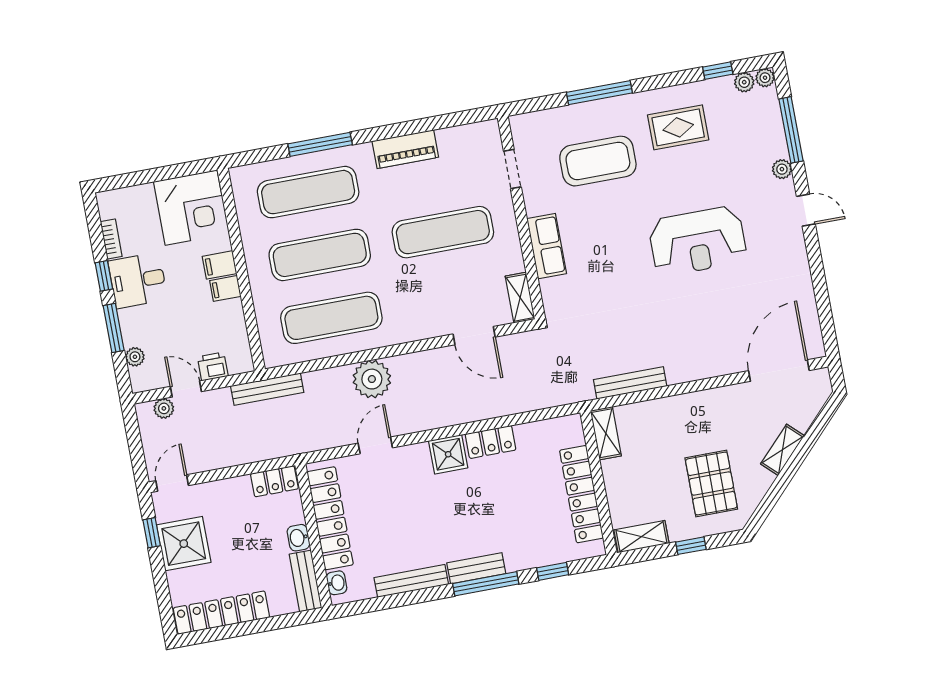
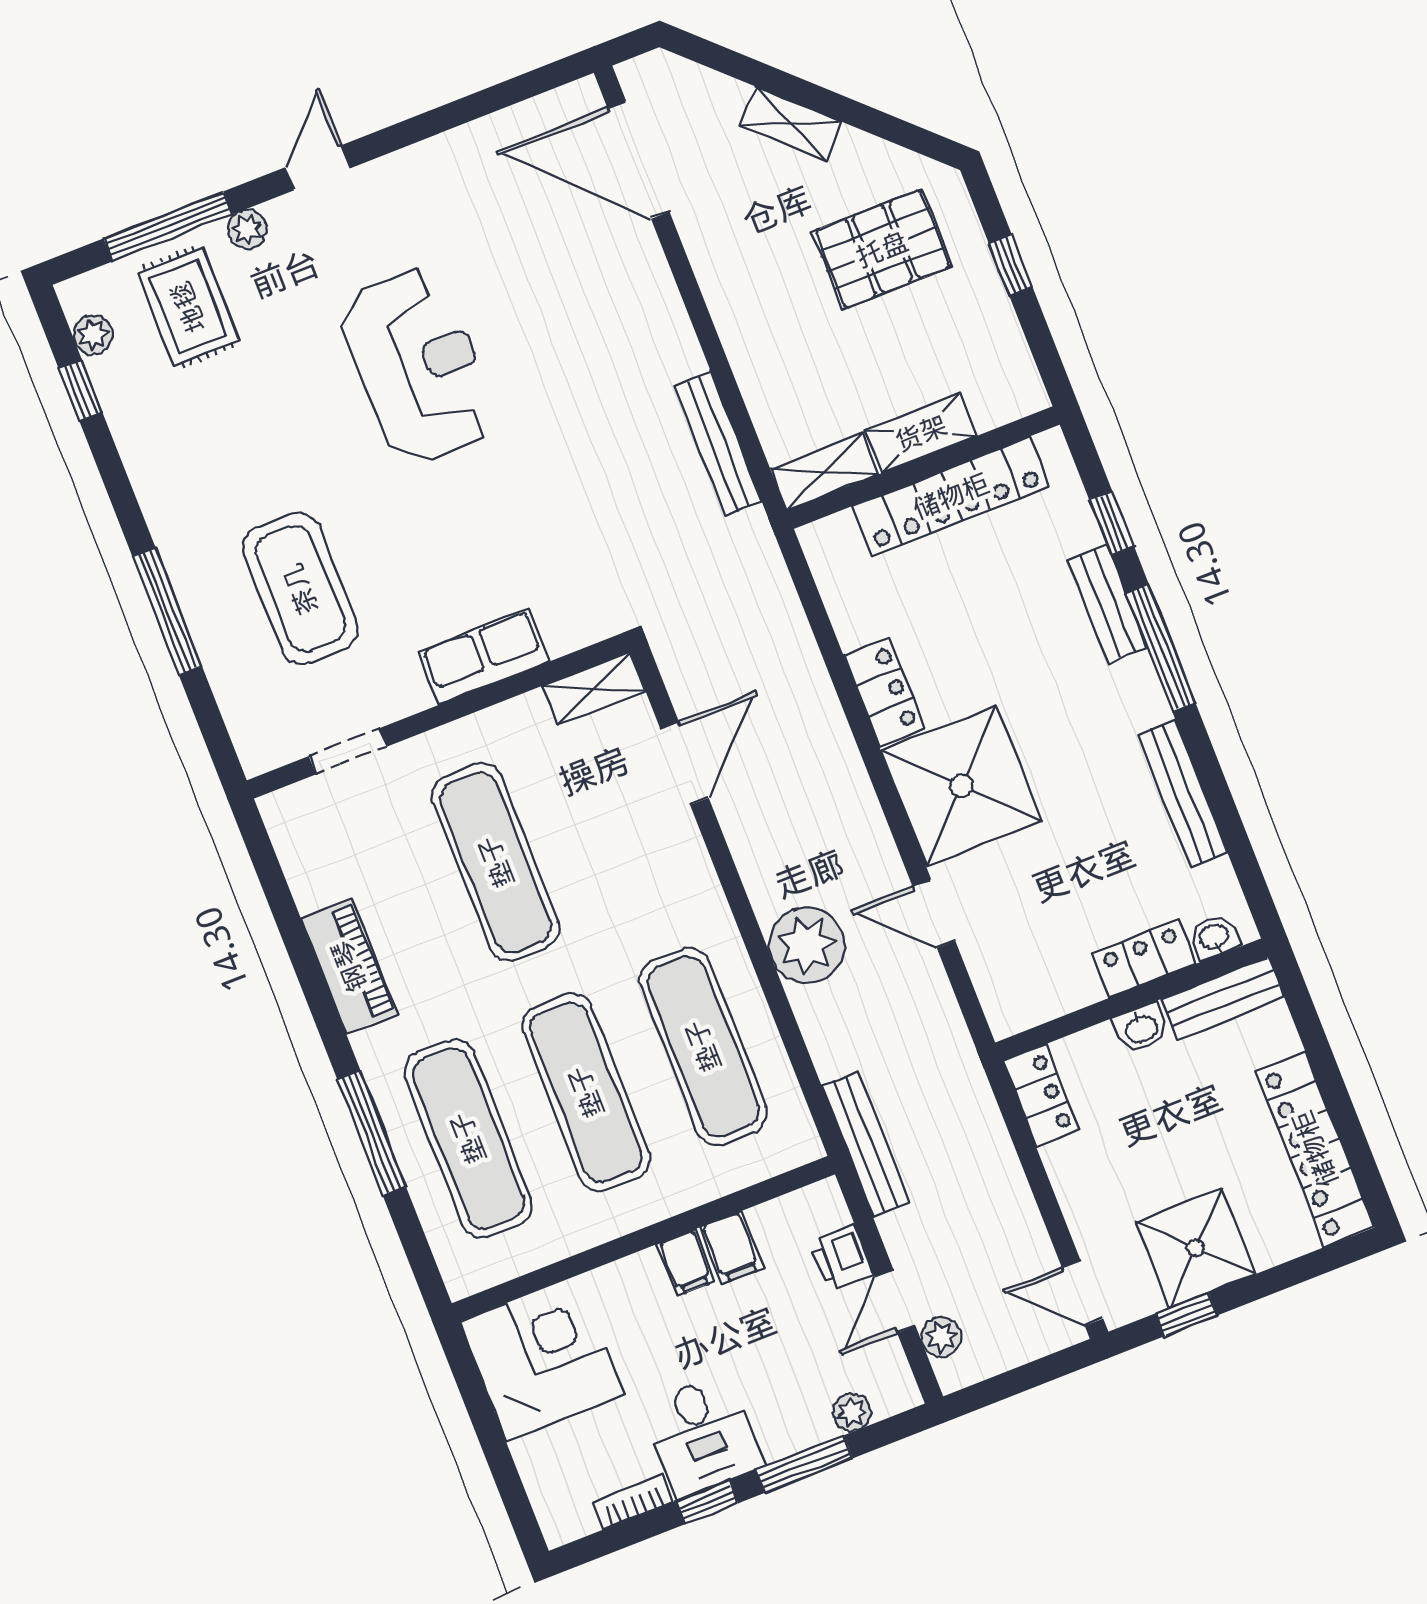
plant: (765, 78) -> (77, 296), removed
rug: (678, 127) -> (188, 307), moved
filing cabinet: (220, 265) -> (731, 1248), moved
shower: (448, 454) -> (961, 786), width x1.86, depth x1.86
locker: (330, 518) -> (1144, 959), width x0.46, depth x0.83
shelving: (641, 537) -> (921, 433), moved, turned 90
bench: (476, 568) -> (1107, 604), moved

